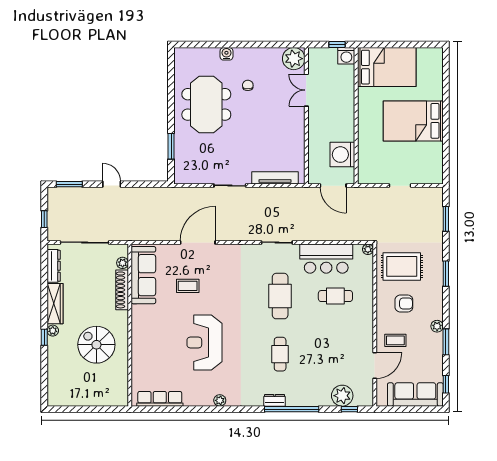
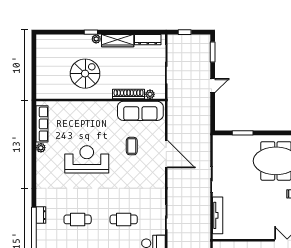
cafe table: (280, 296) -> (124, 219), width x0.73, depth x0.74
plant: (220, 400) -> (41, 148), moved

